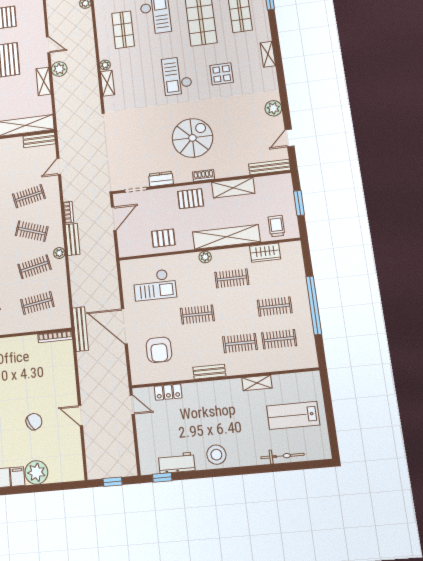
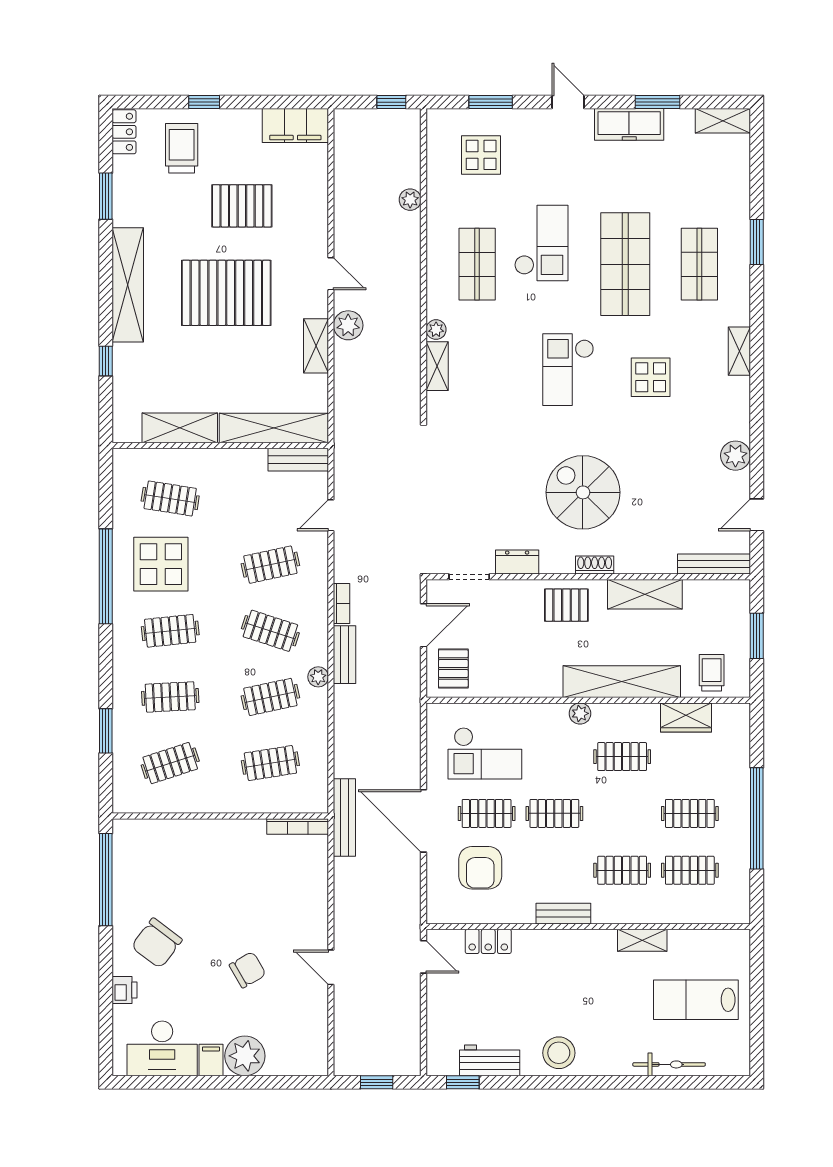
spiral stairs: (192, 138) -> (583, 492), turned -90
pallet: (163, 238) -> (453, 668), moved, turned 90
clothes rail: (159, 319) -> (487, 813), added

